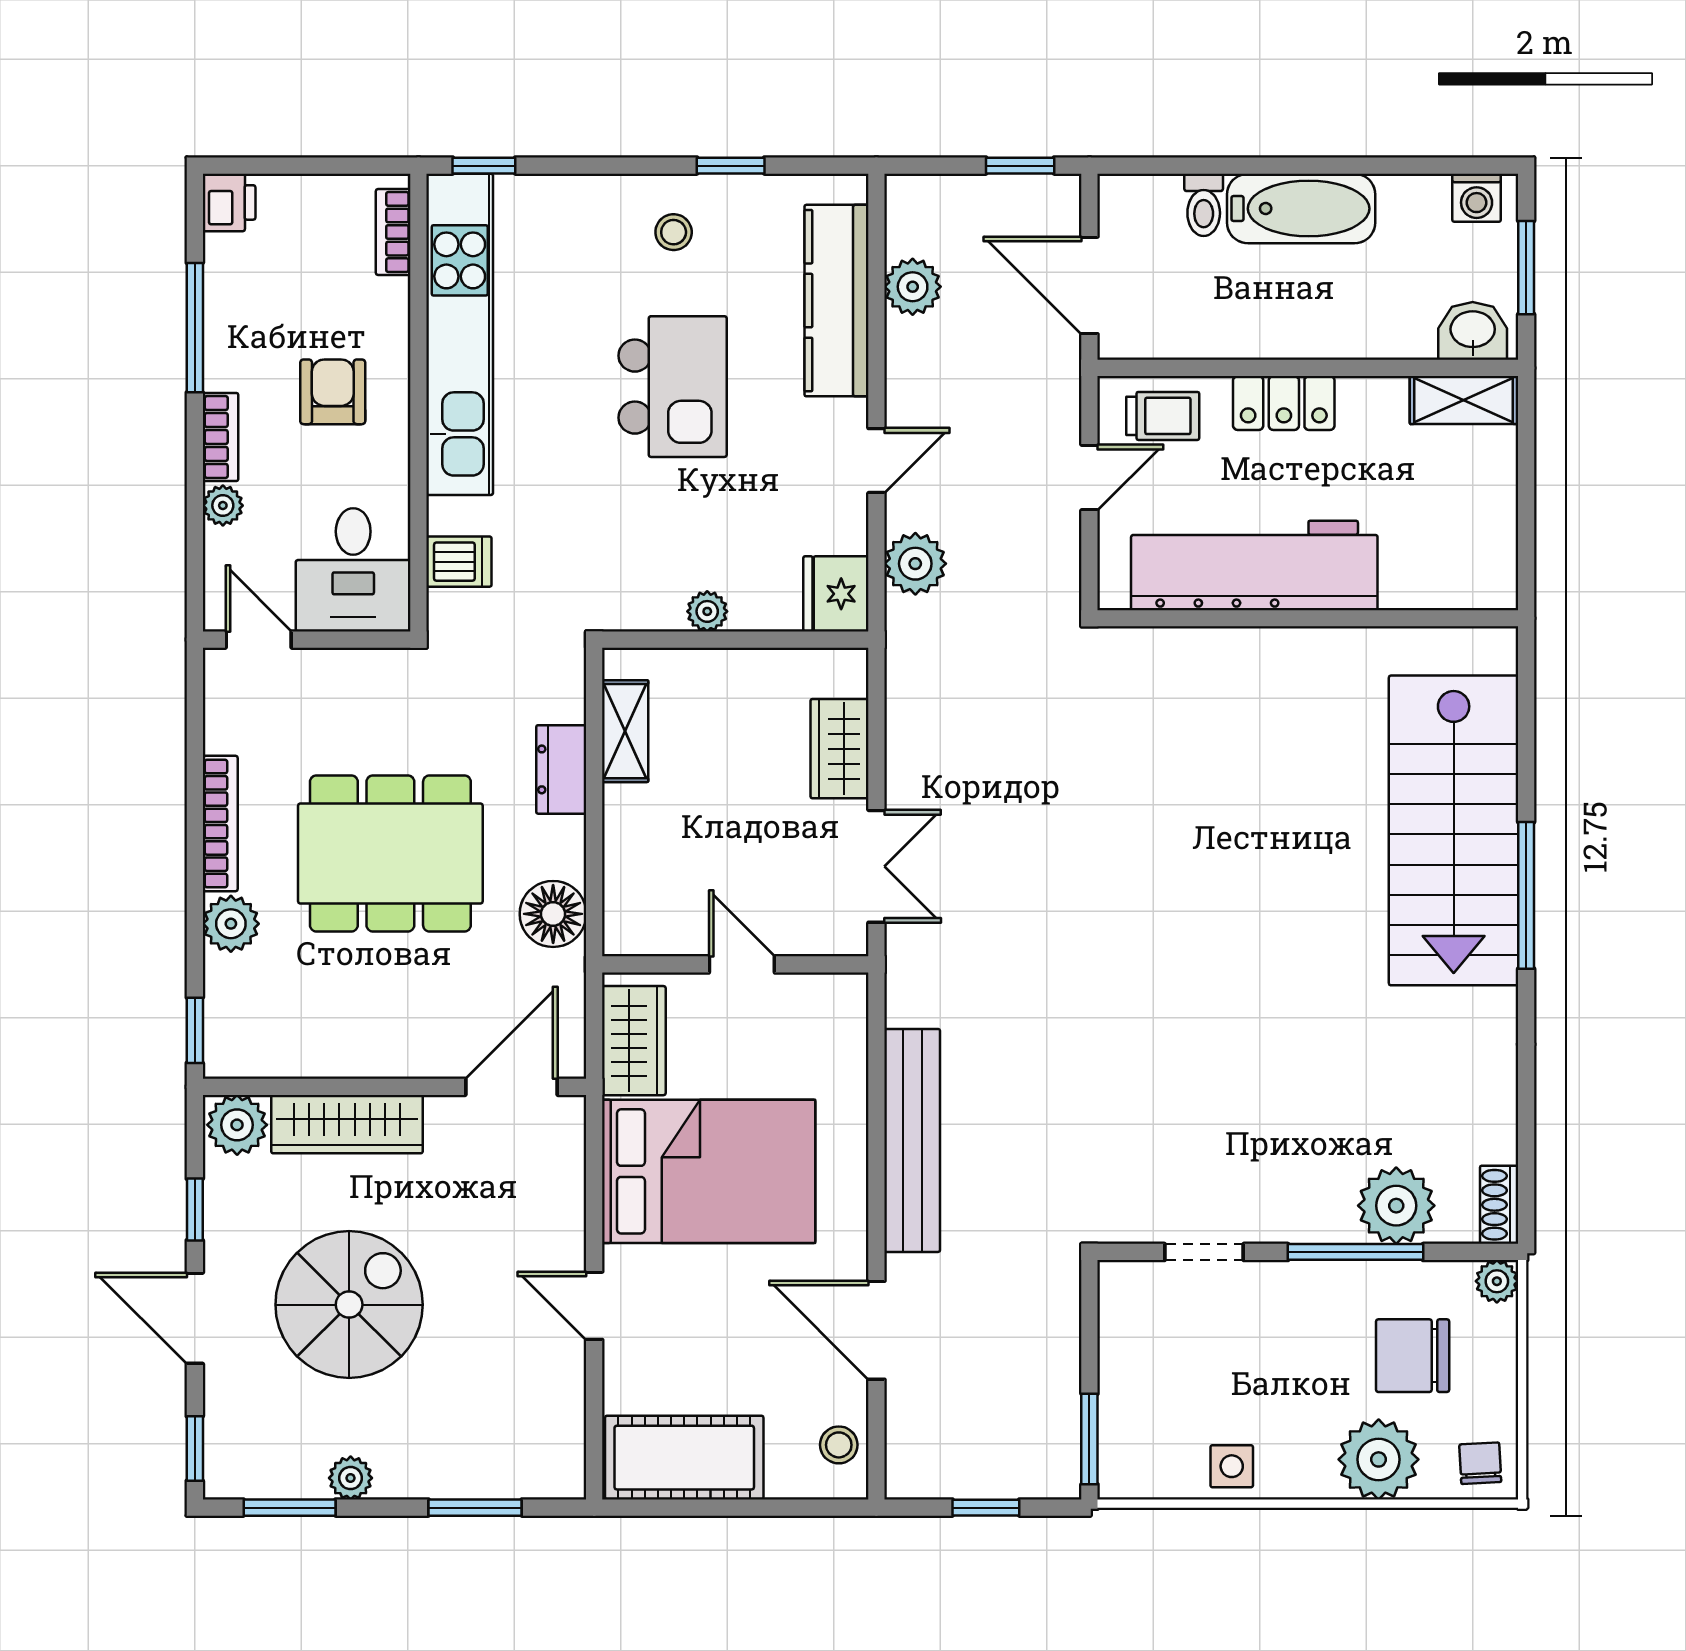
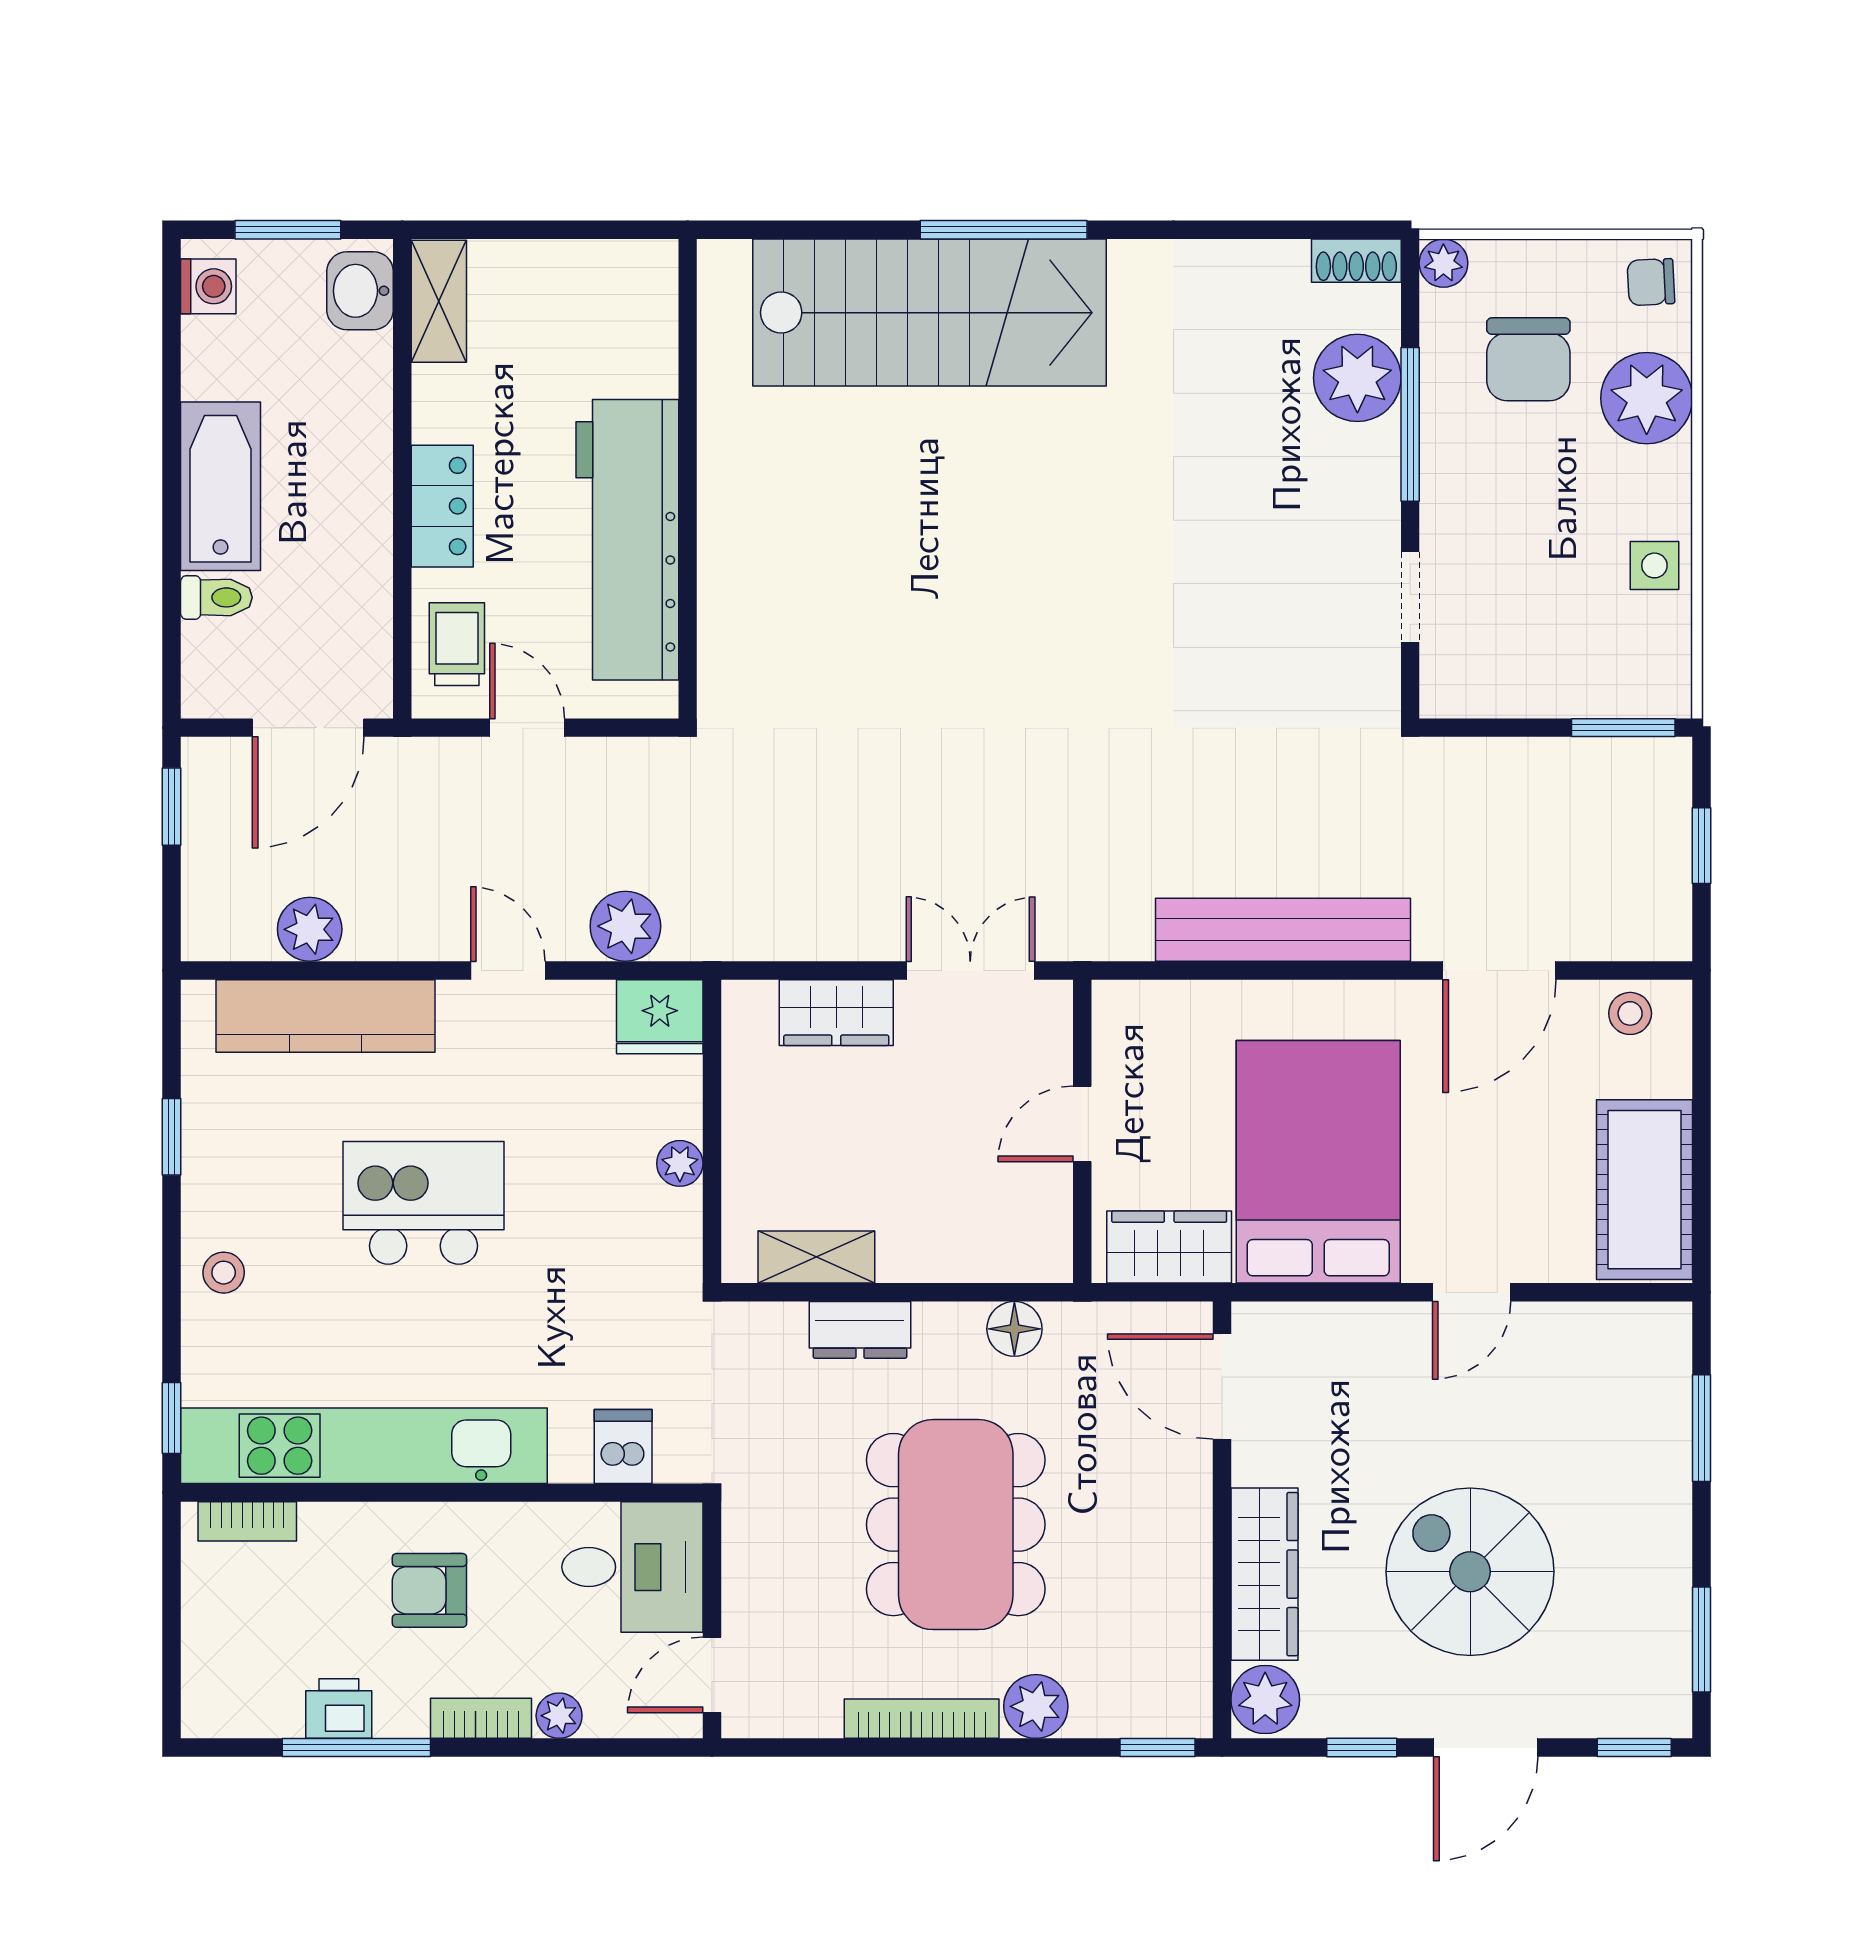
printer: (229, 202) -> (339, 1709), moved
stool: (674, 232) -> (224, 1273), moved
floor lamp: (553, 914) -> (1014, 1329), width x0.73, depth x0.73
plant: (351, 1478) -> (1668, 1570), removed

